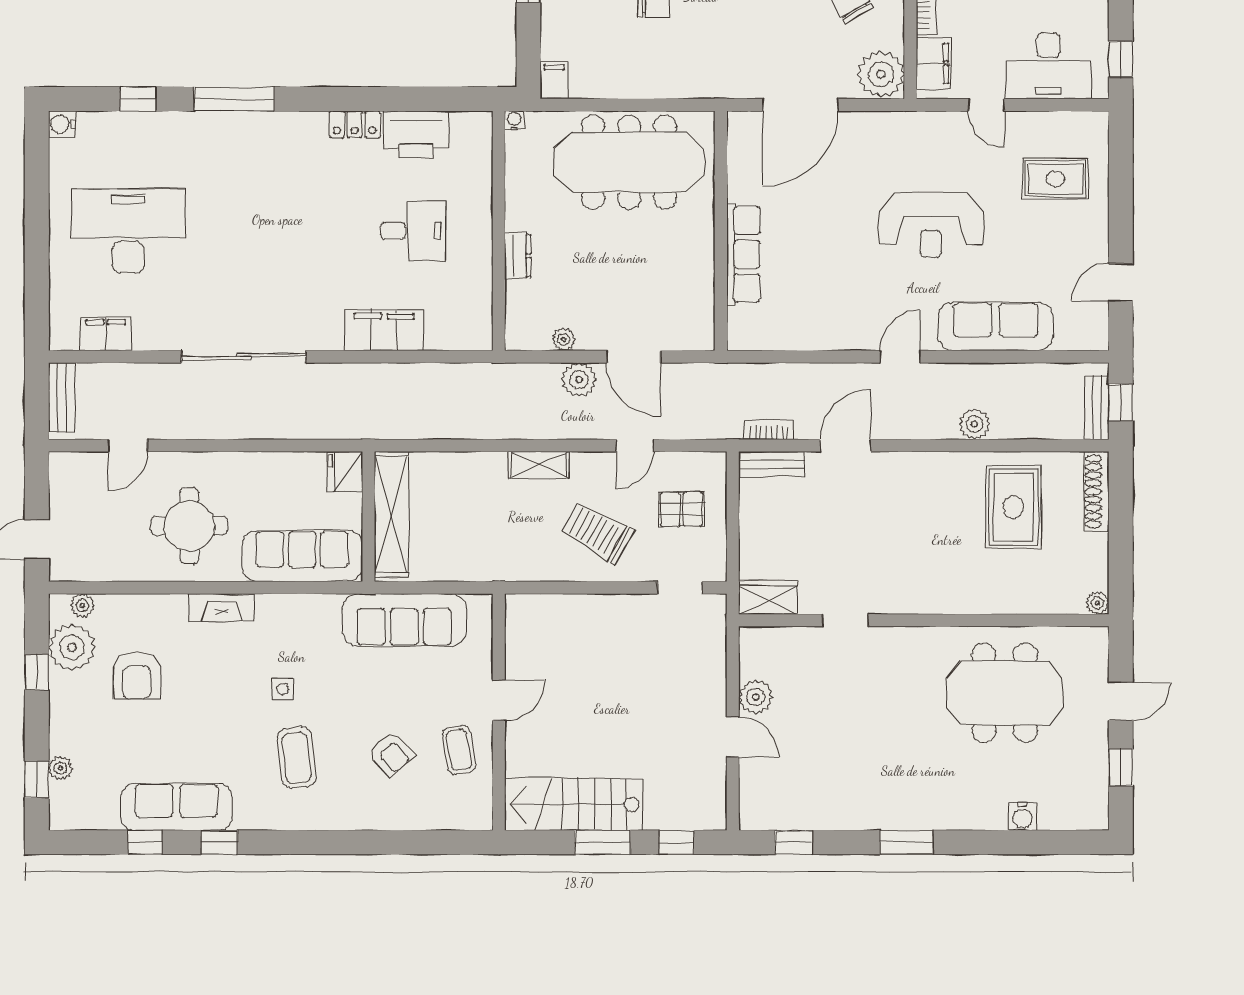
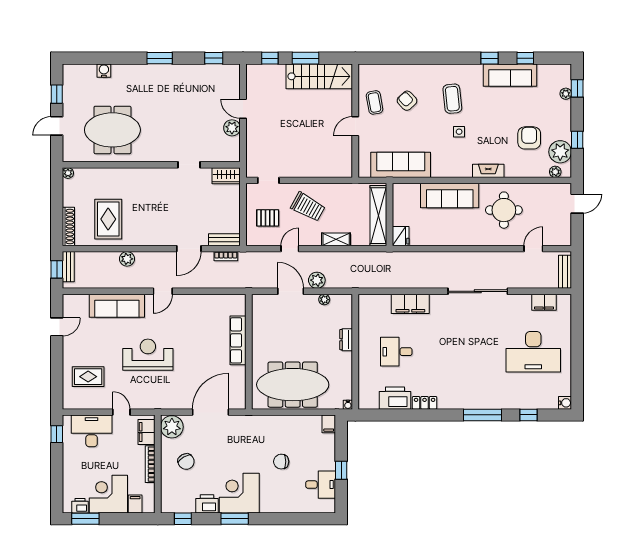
fridge: (345, 472) -> (401, 236), moved
shelving: (392, 514) -> (378, 216), moved
wall: (368, 517) -> (389, 214), moved

